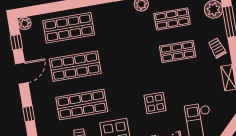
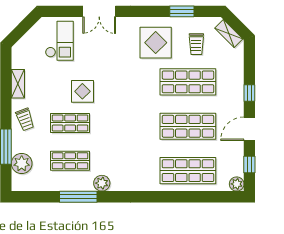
display table: (155, 103) -> (82, 91), moved
window: (29, 114) -> (249, 93), moved

